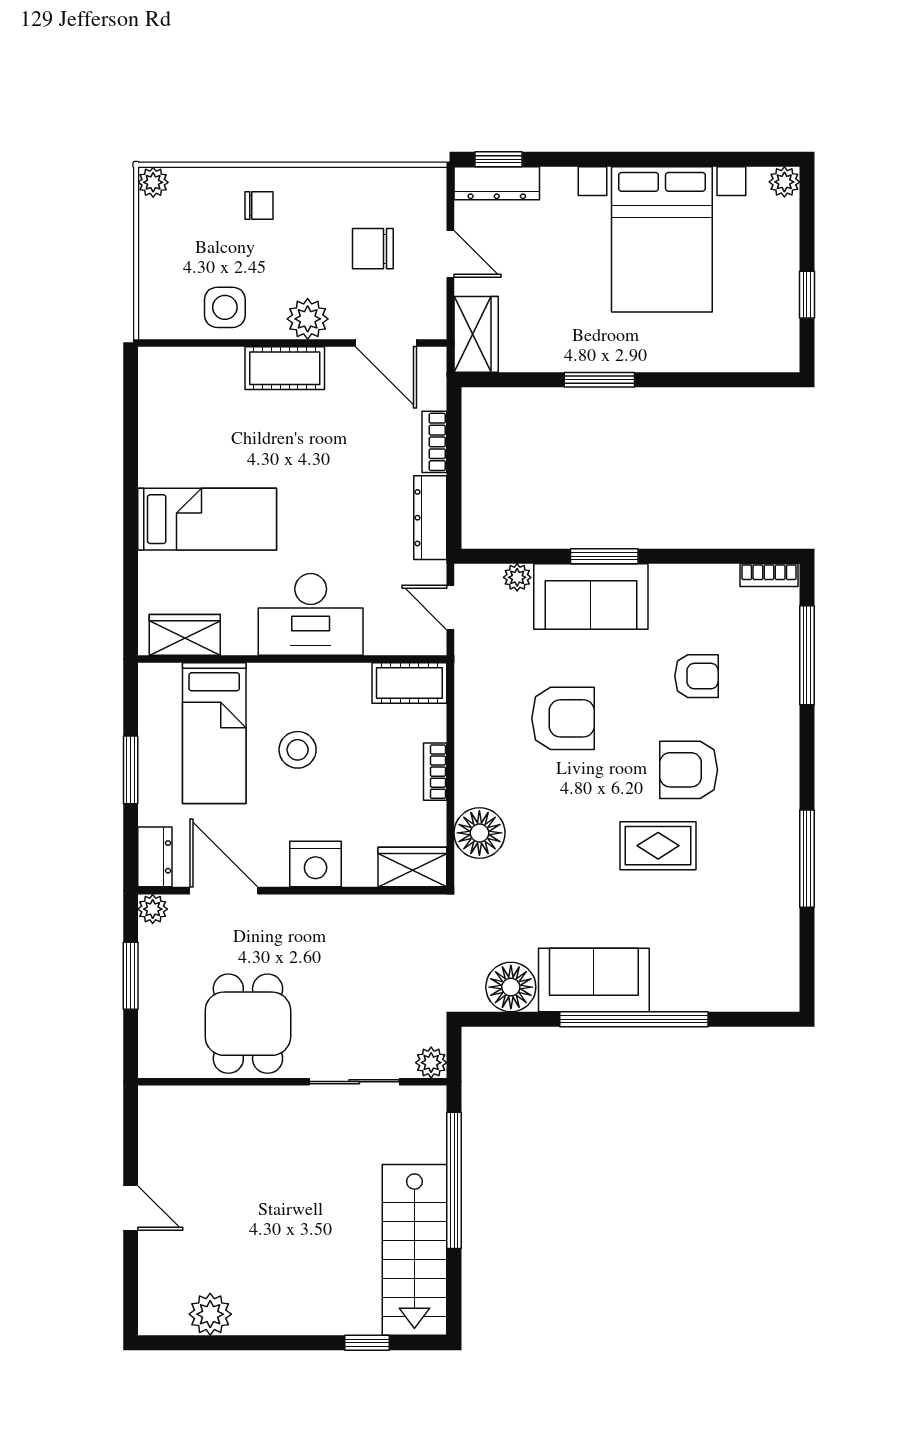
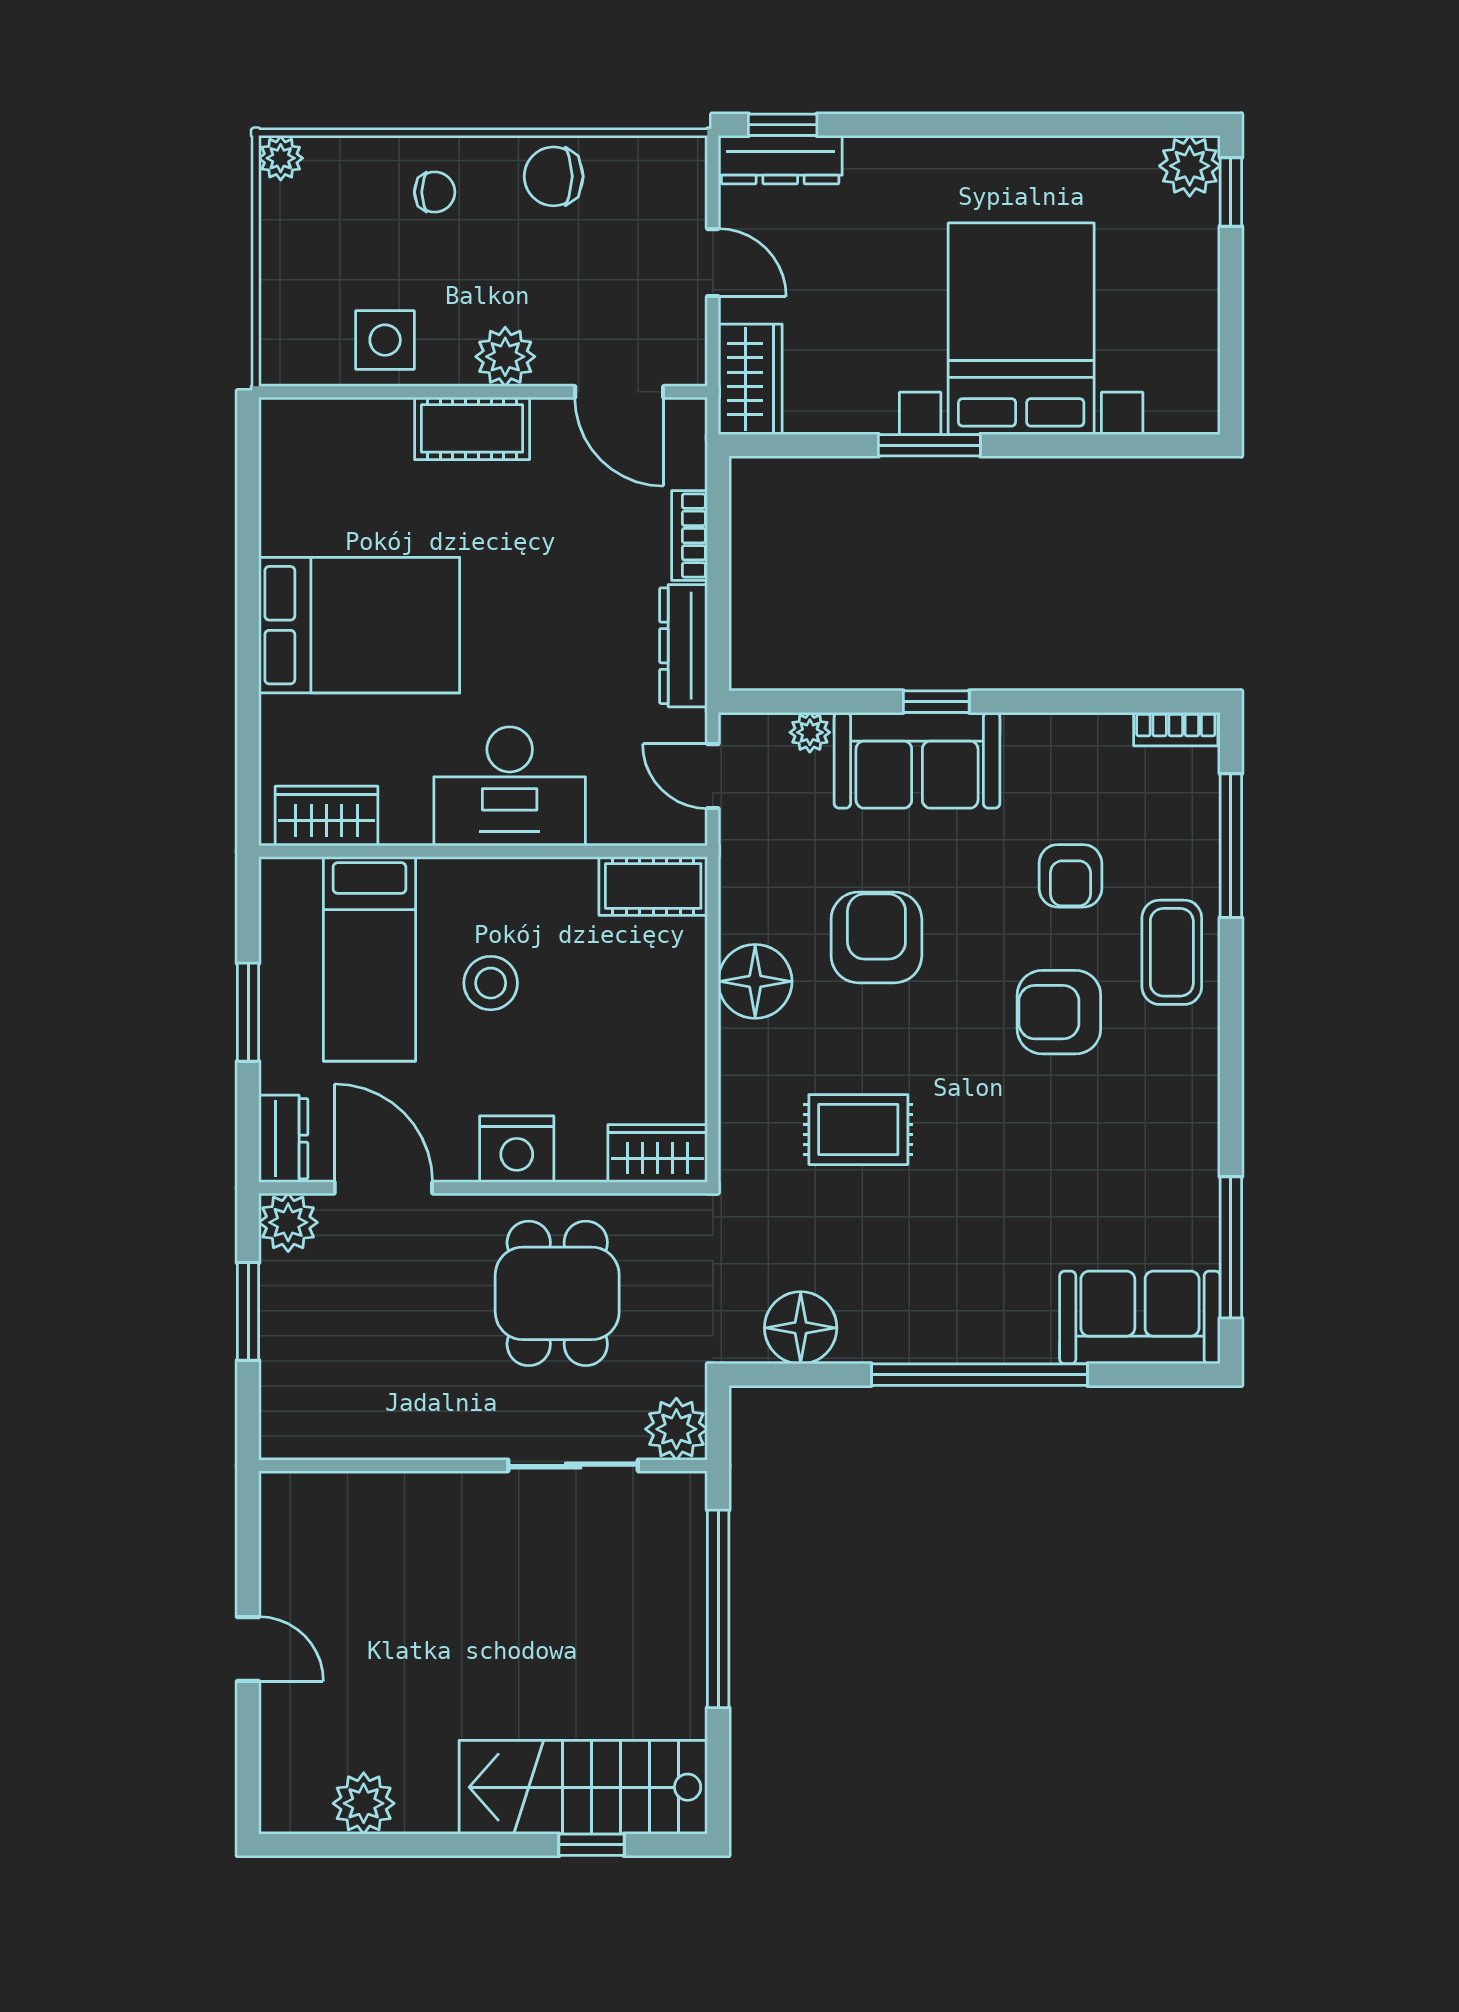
plant: (784, 182) -> (1190, 166), width x1.38, depth x1.38
bed with nightstands: (662, 239) -> (1021, 329), moved, turned 180
chair: (373, 249) -> (554, 176), moved
window: (807, 295) -> (1231, 192), moved
bed: (207, 519) -> (359, 625), width x1.50
window: (604, 556) -> (936, 702), width x0.67
armchair: (697, 676) -> (1070, 876), turned 90
armchair: (563, 718) -> (876, 937), turned -90
coffee table: (766, 729) -> (1172, 952), added
bookcase: (435, 772) -> (691, 1015), removed
floor lamp: (479, 833) -> (755, 981), moved
rug: (658, 846) -> (858, 1130), moved
window: (807, 859) -> (1231, 1247), moved
plant: (153, 909) -> (288, 1222), width x1.38, depth x1.38
sofa: (594, 980) -> (1140, 1318), moved
dining table: (248, 1024) -> (557, 1293), moved
plant: (431, 1063) -> (676, 1429), width x1.38, depth x1.38
stairs: (414, 1250) -> (583, 1787), moved, turned 90

